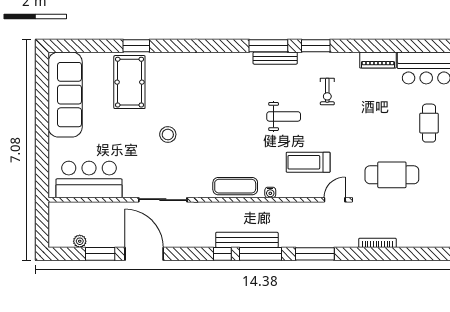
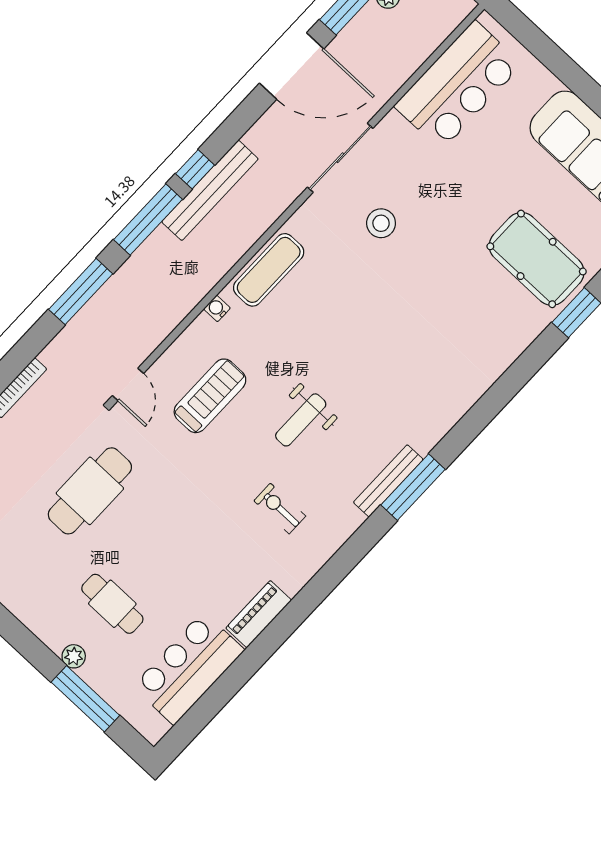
window: (316, 46) -> (354, 550), removed
stool: (168, 134) -> (381, 223), moved
bench: (247, 240) -> (210, 190), moved

